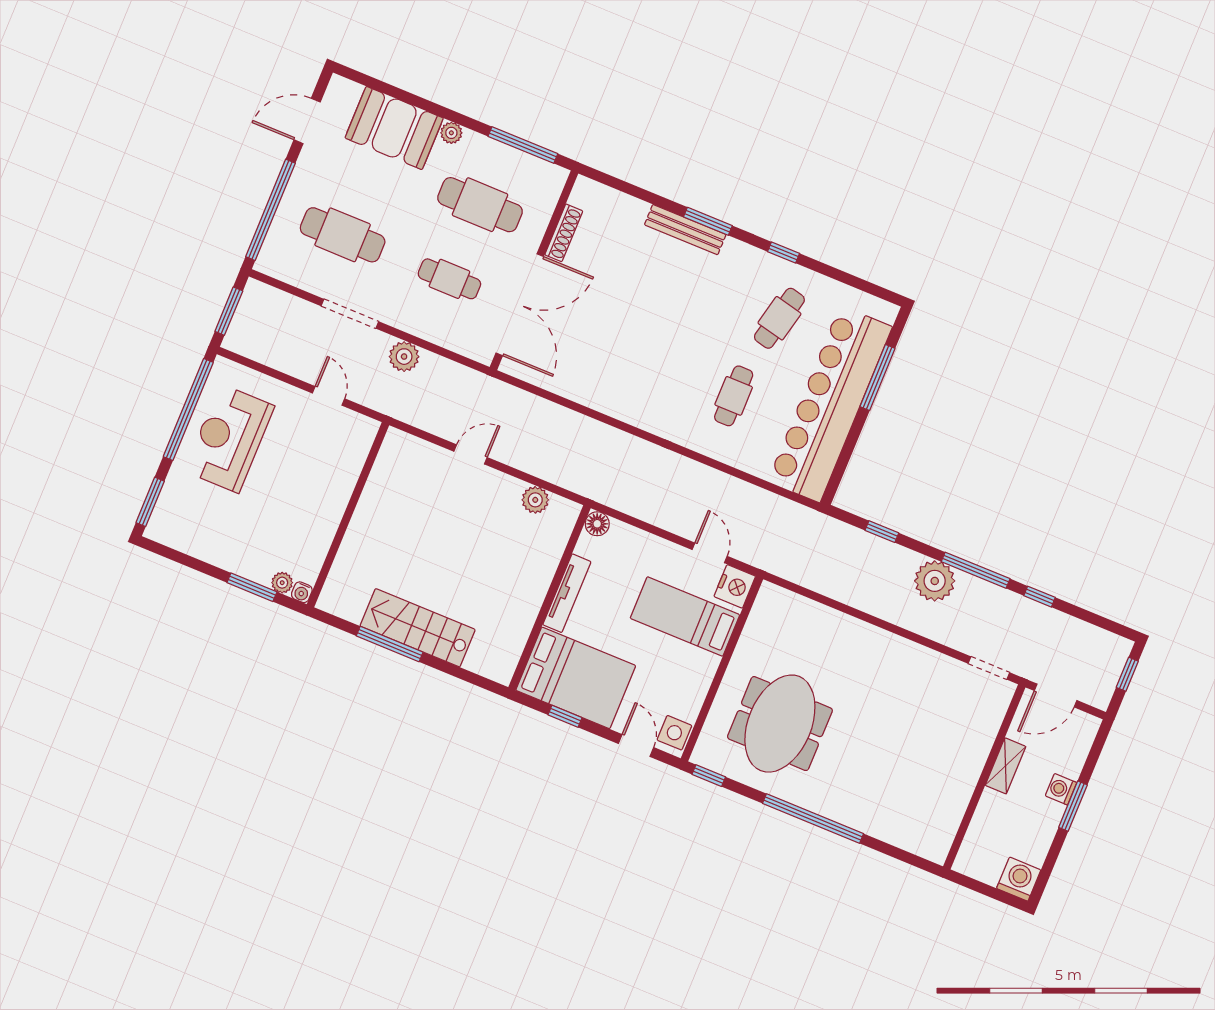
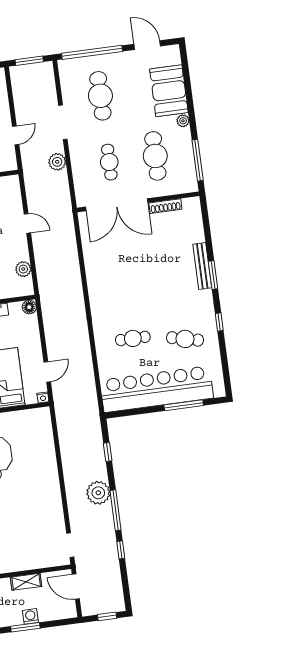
nightstand: (735, 586) -> (43, 397), width x0.53, depth x0.56

